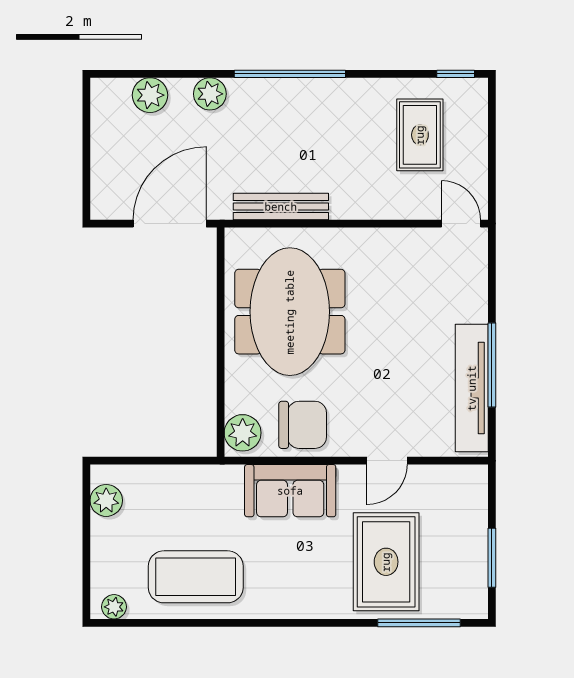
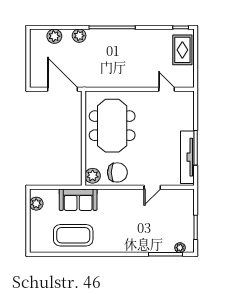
rug: (420, 135) -> (182, 50), moved
bench: (281, 207) -> (108, 82), removed
door: (170, 224) -> (63, 89), hinge flipped
door: (461, 224) -> (167, 89), moved
sofa: (290, 491) -> (78, 200), moved
rug: (386, 562) -> (152, 229), removed
plant: (114, 607) -> (180, 248), moved

